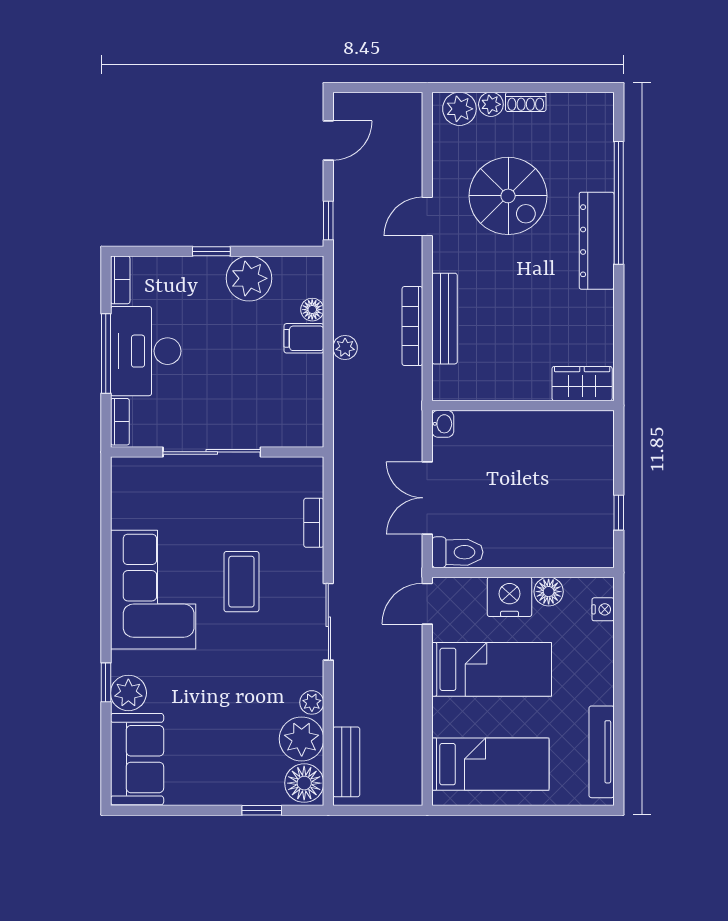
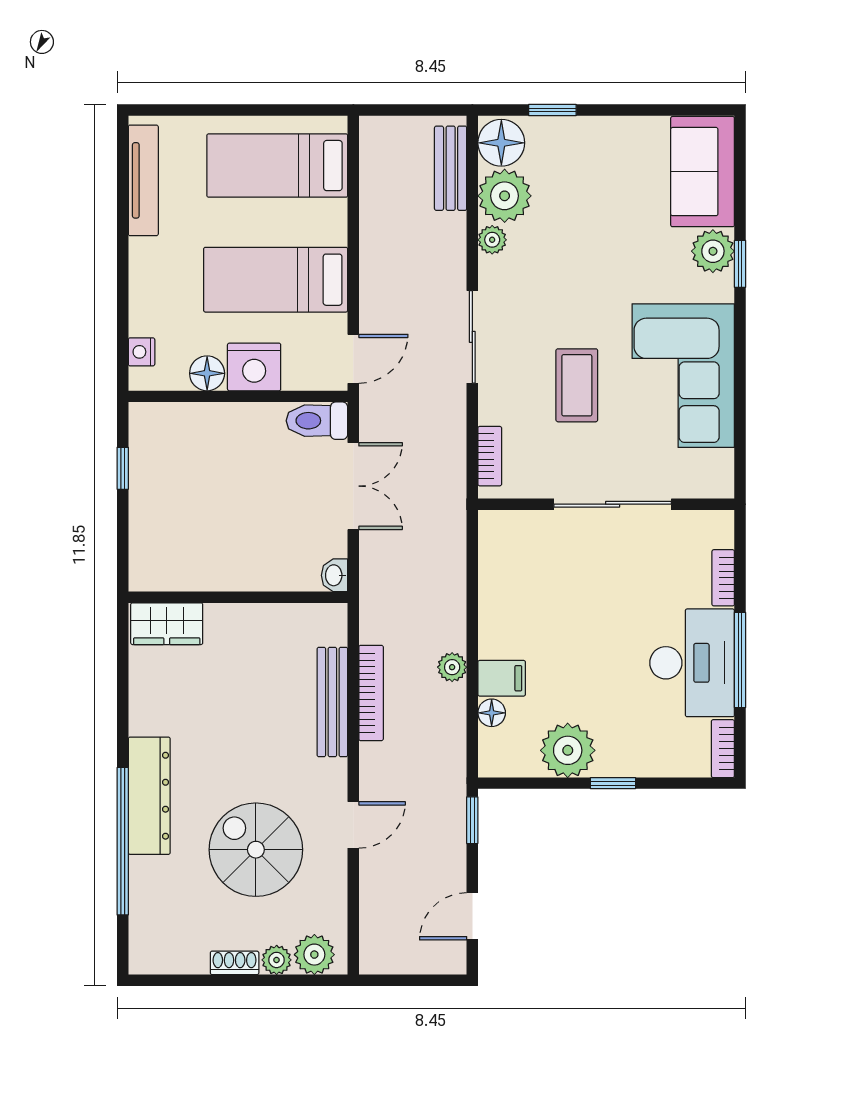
sliding door: (212, 452) -> (613, 504), moved
wall: (217, 452) -> (606, 504), moved

